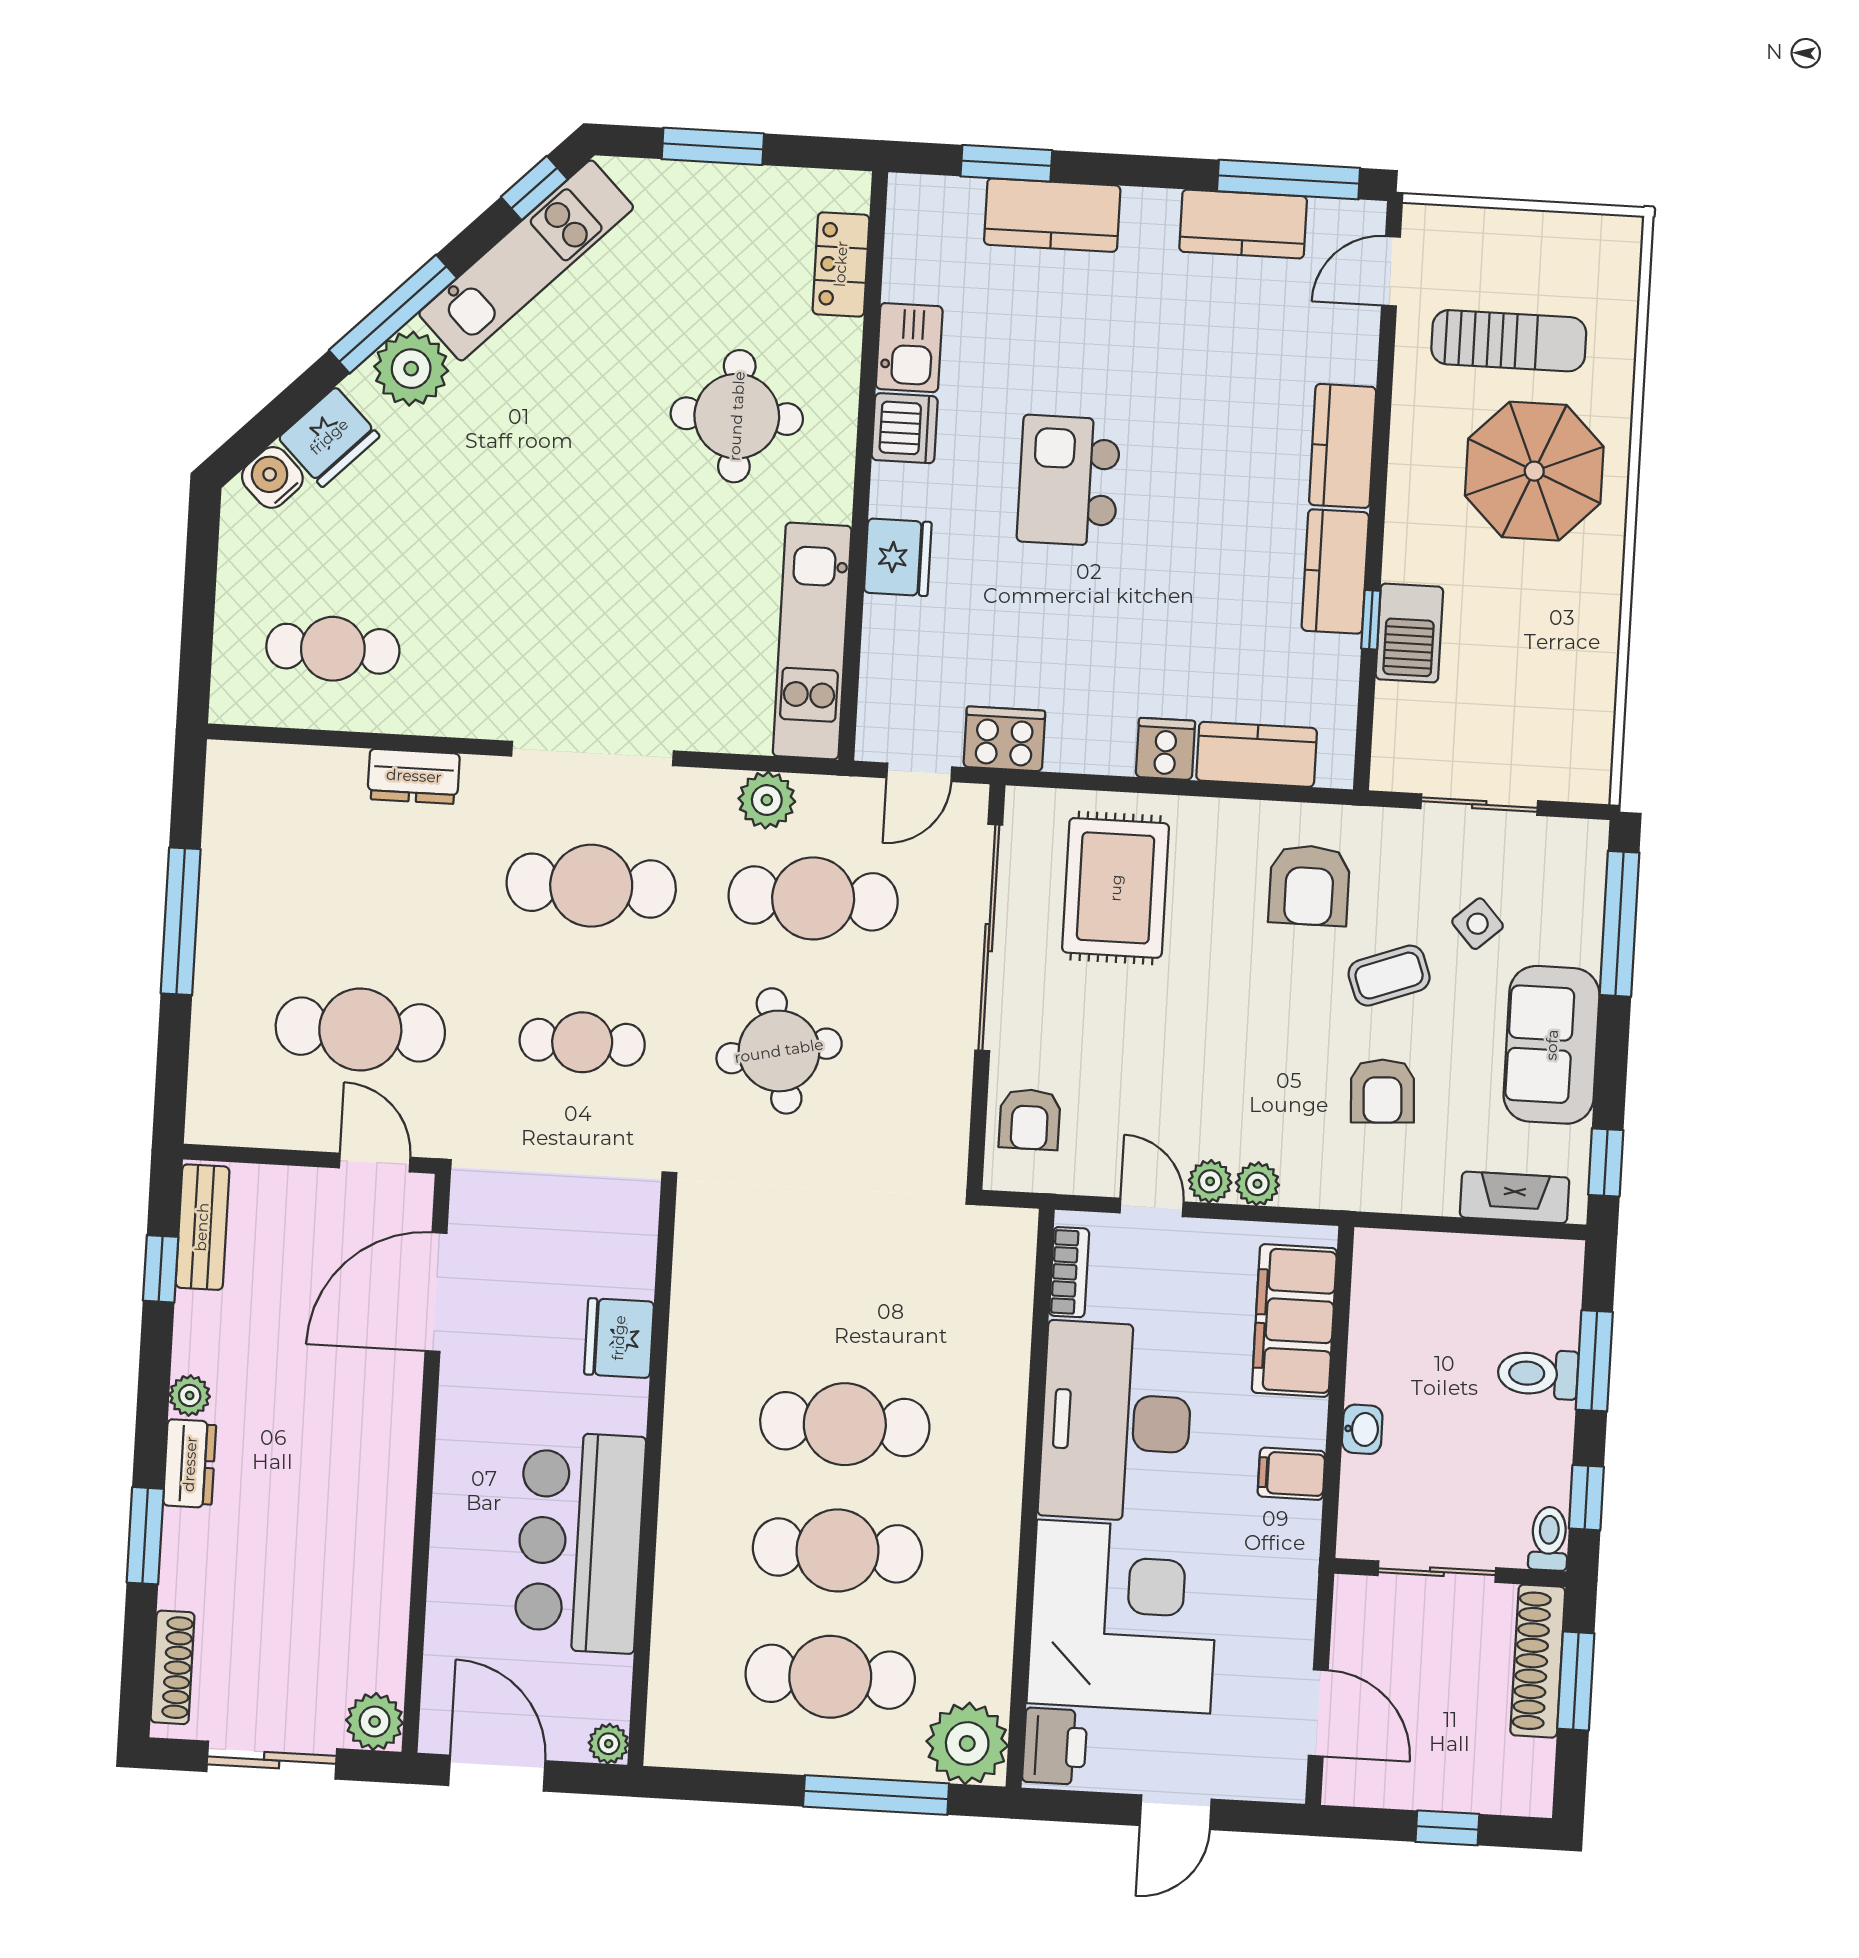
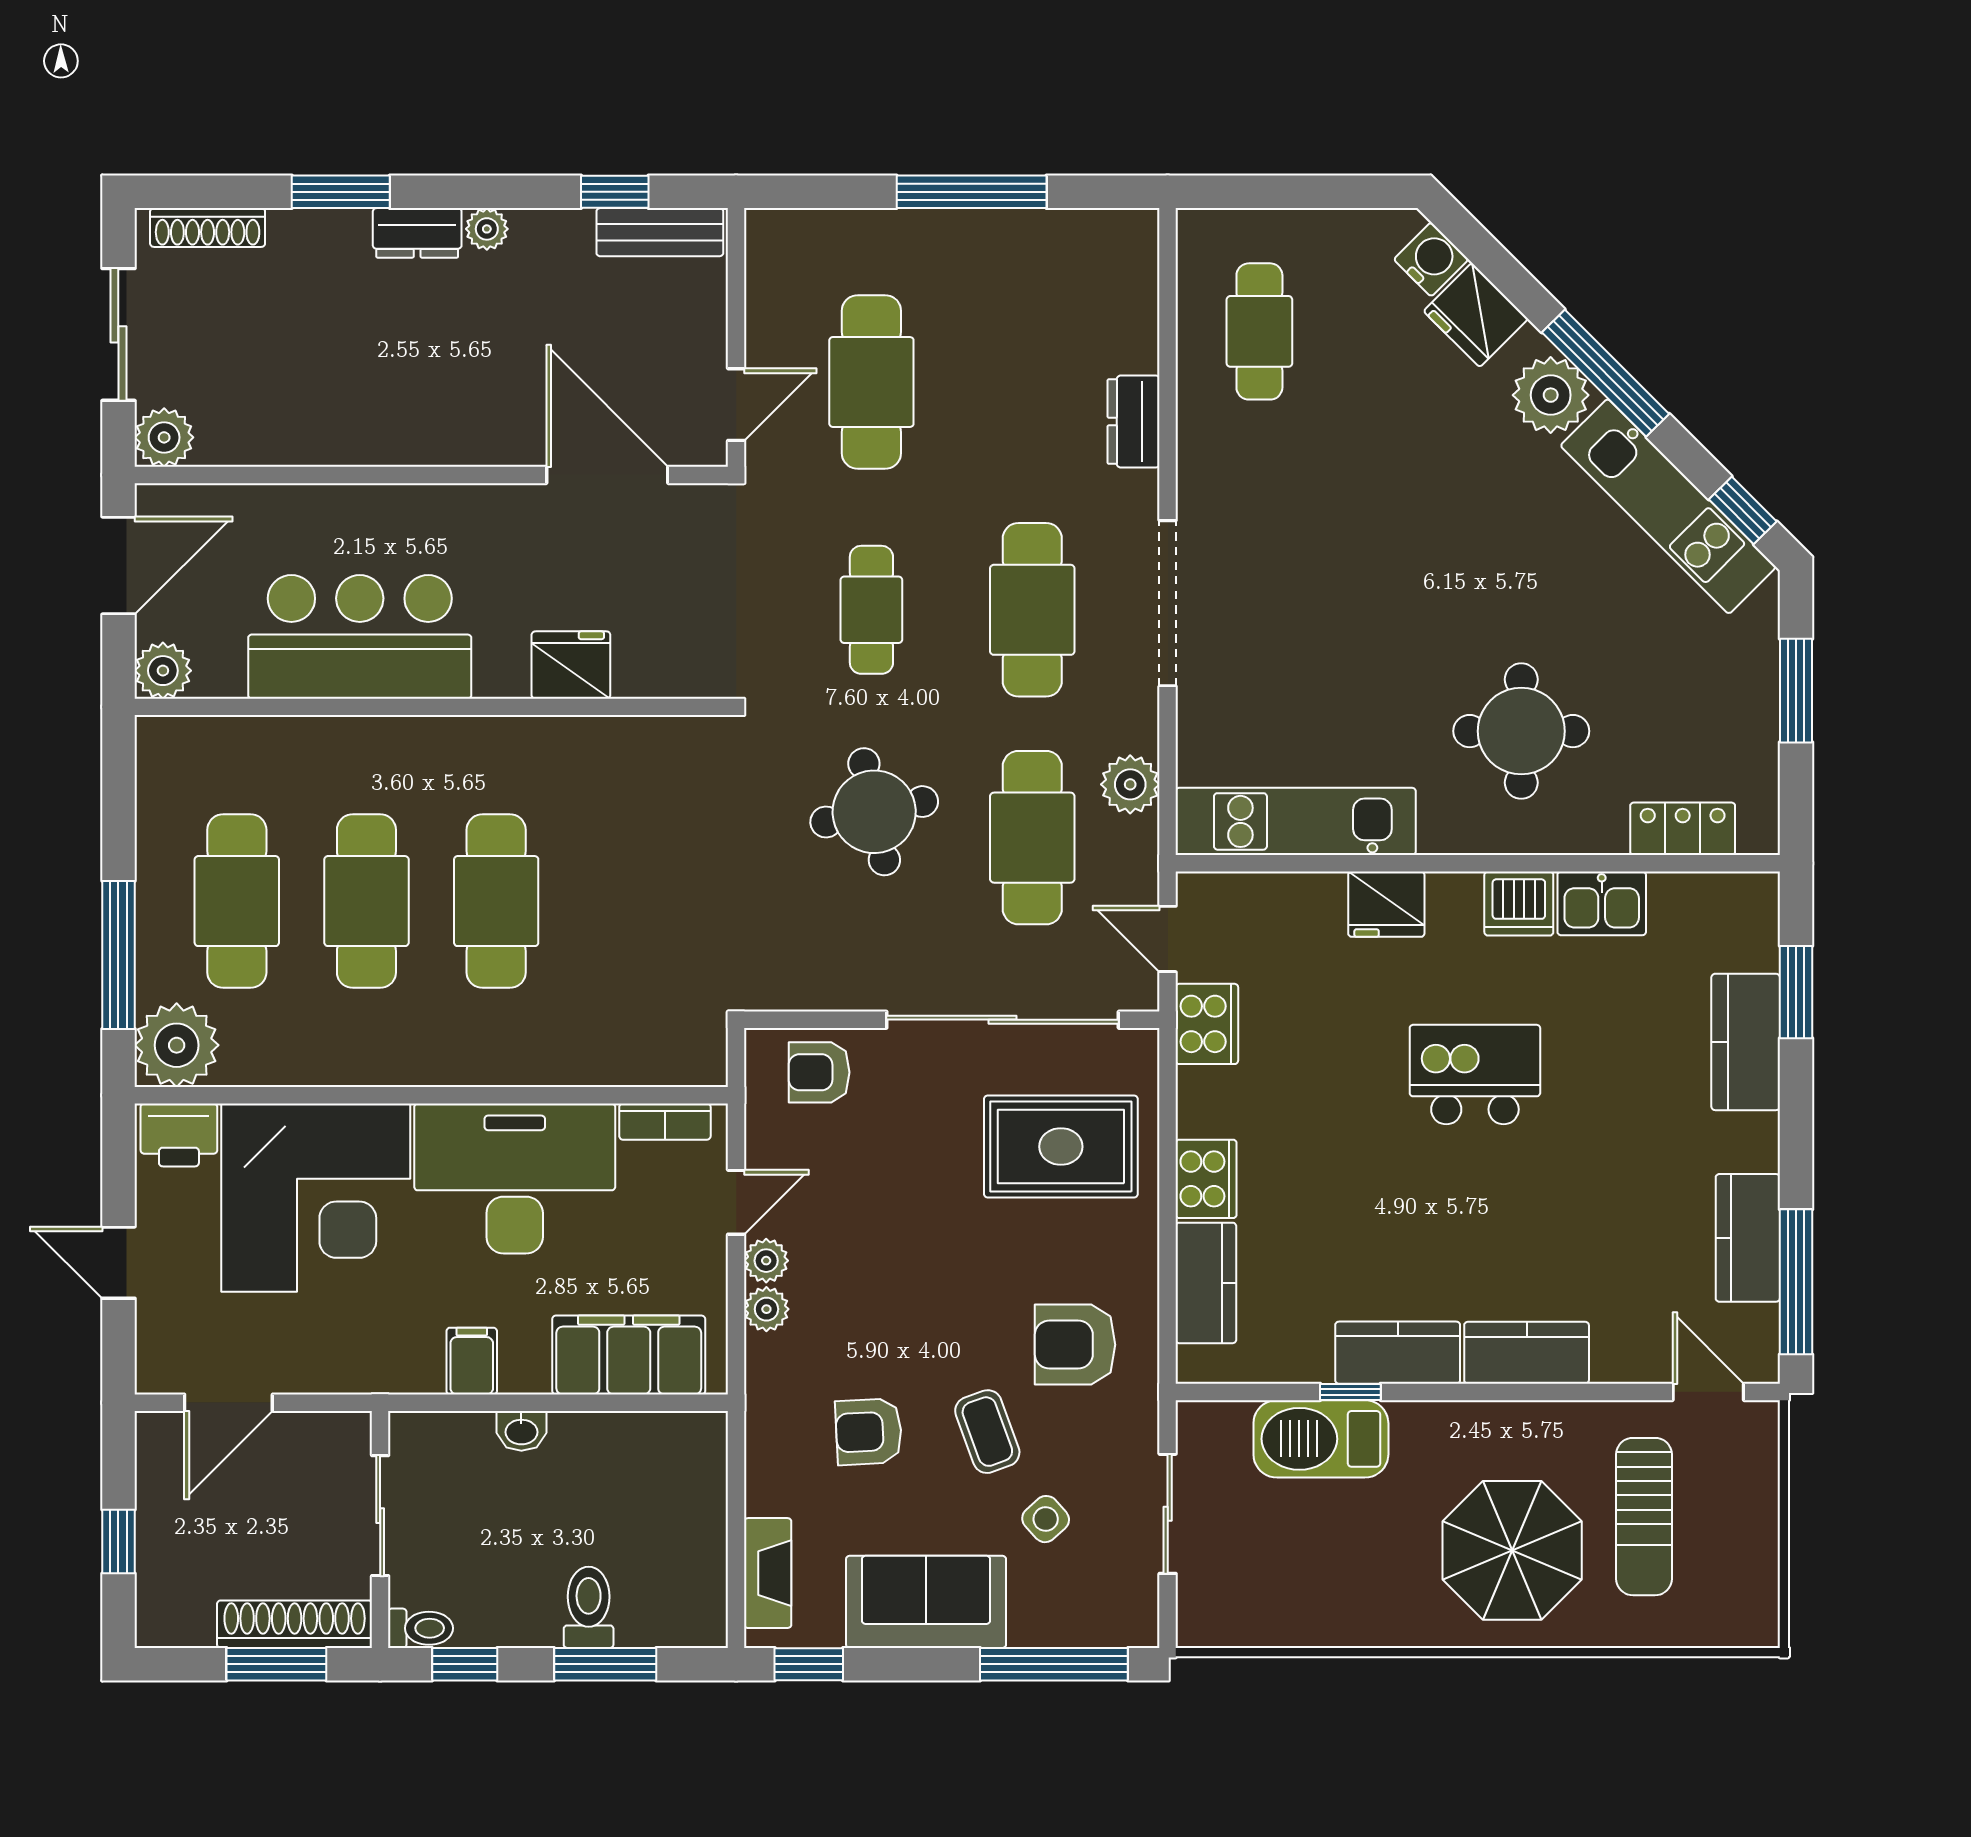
barbecue: (1409, 633) -> (1321, 1439), width x1.37, depth x1.21
cooker: (1165, 749) -> (1206, 1179), width x1.36
plant: (609, 1744) -> (163, 671), width x1.38, depth x1.38

